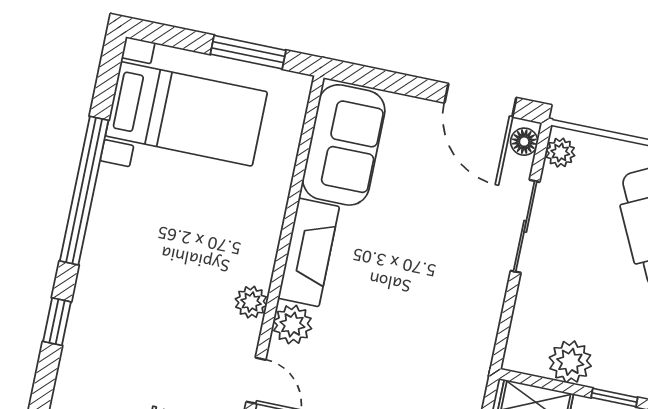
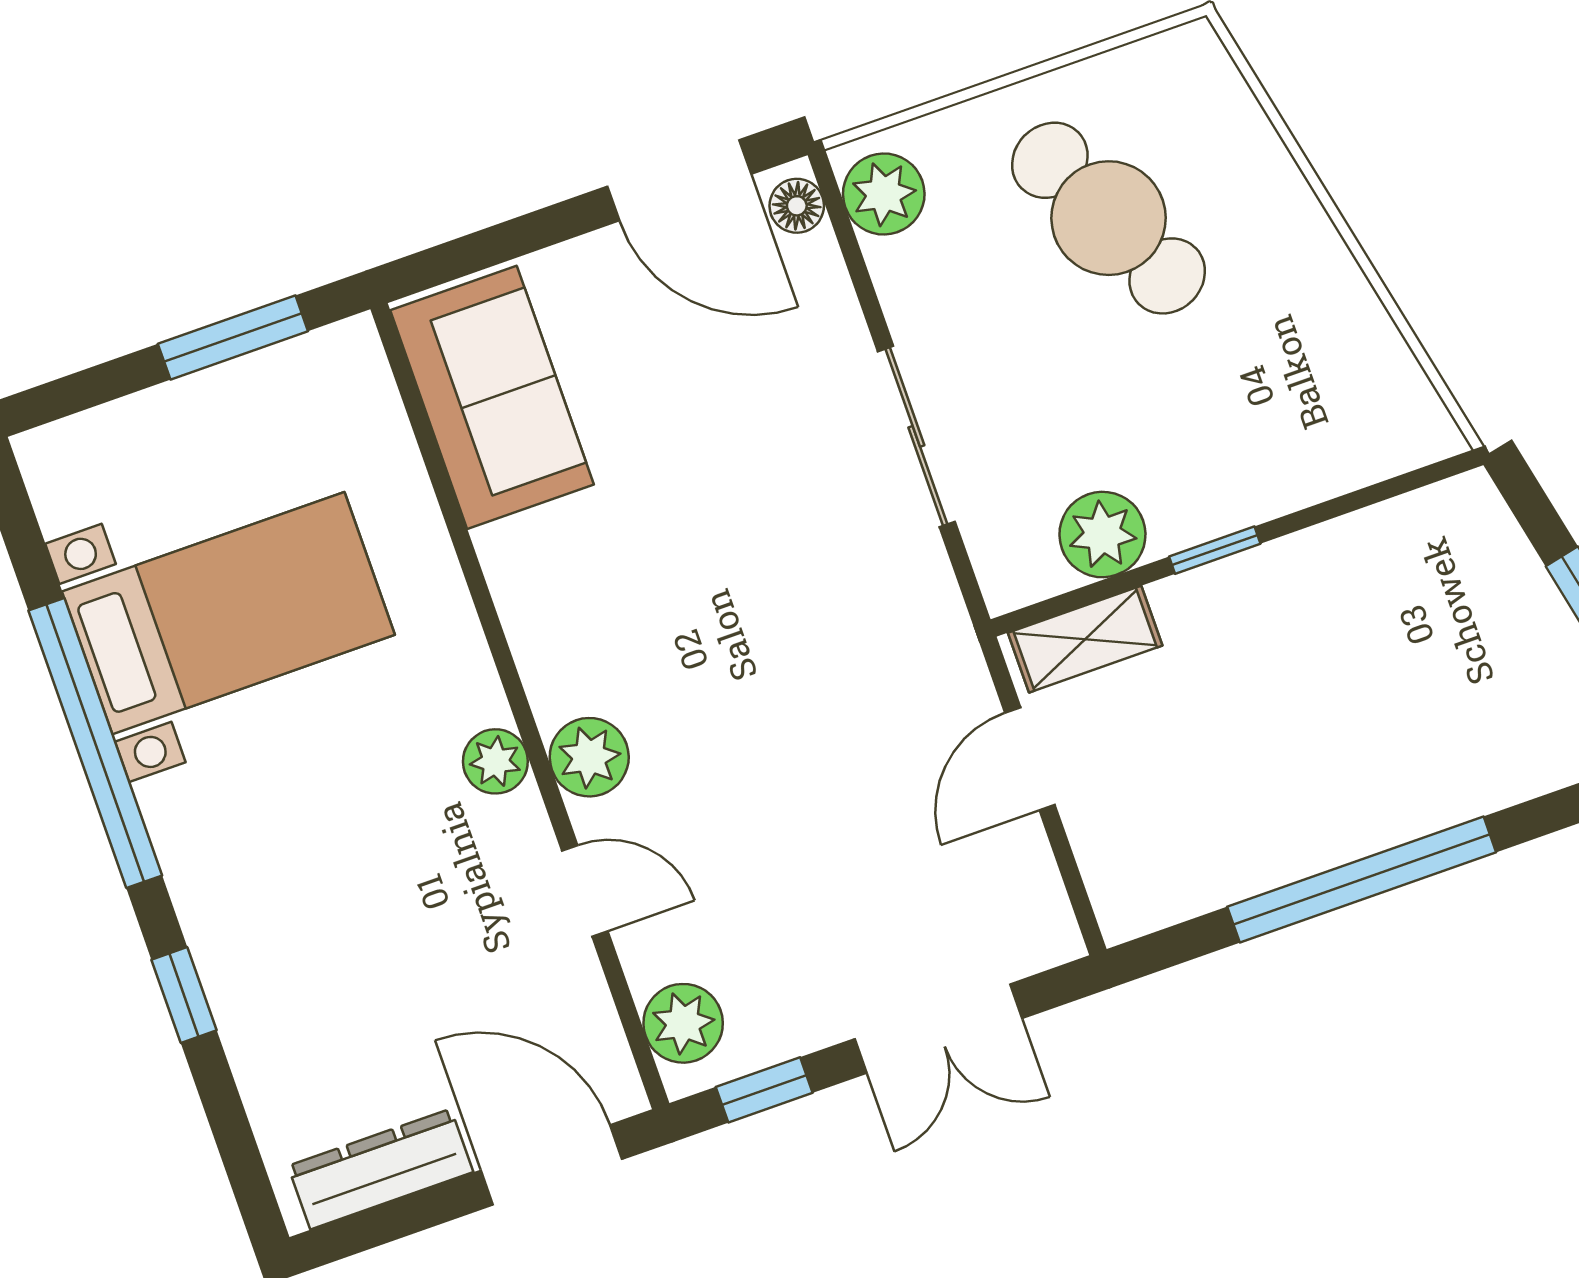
bed with nightstands: (186, 114) -> (228, 613), moved
plant: (560, 153) -> (884, 194), width x1.38, depth x1.38
sliding door: (525, 226) -> (916, 436), moved
fireplace: (309, 252) -> (543, 617), removed

